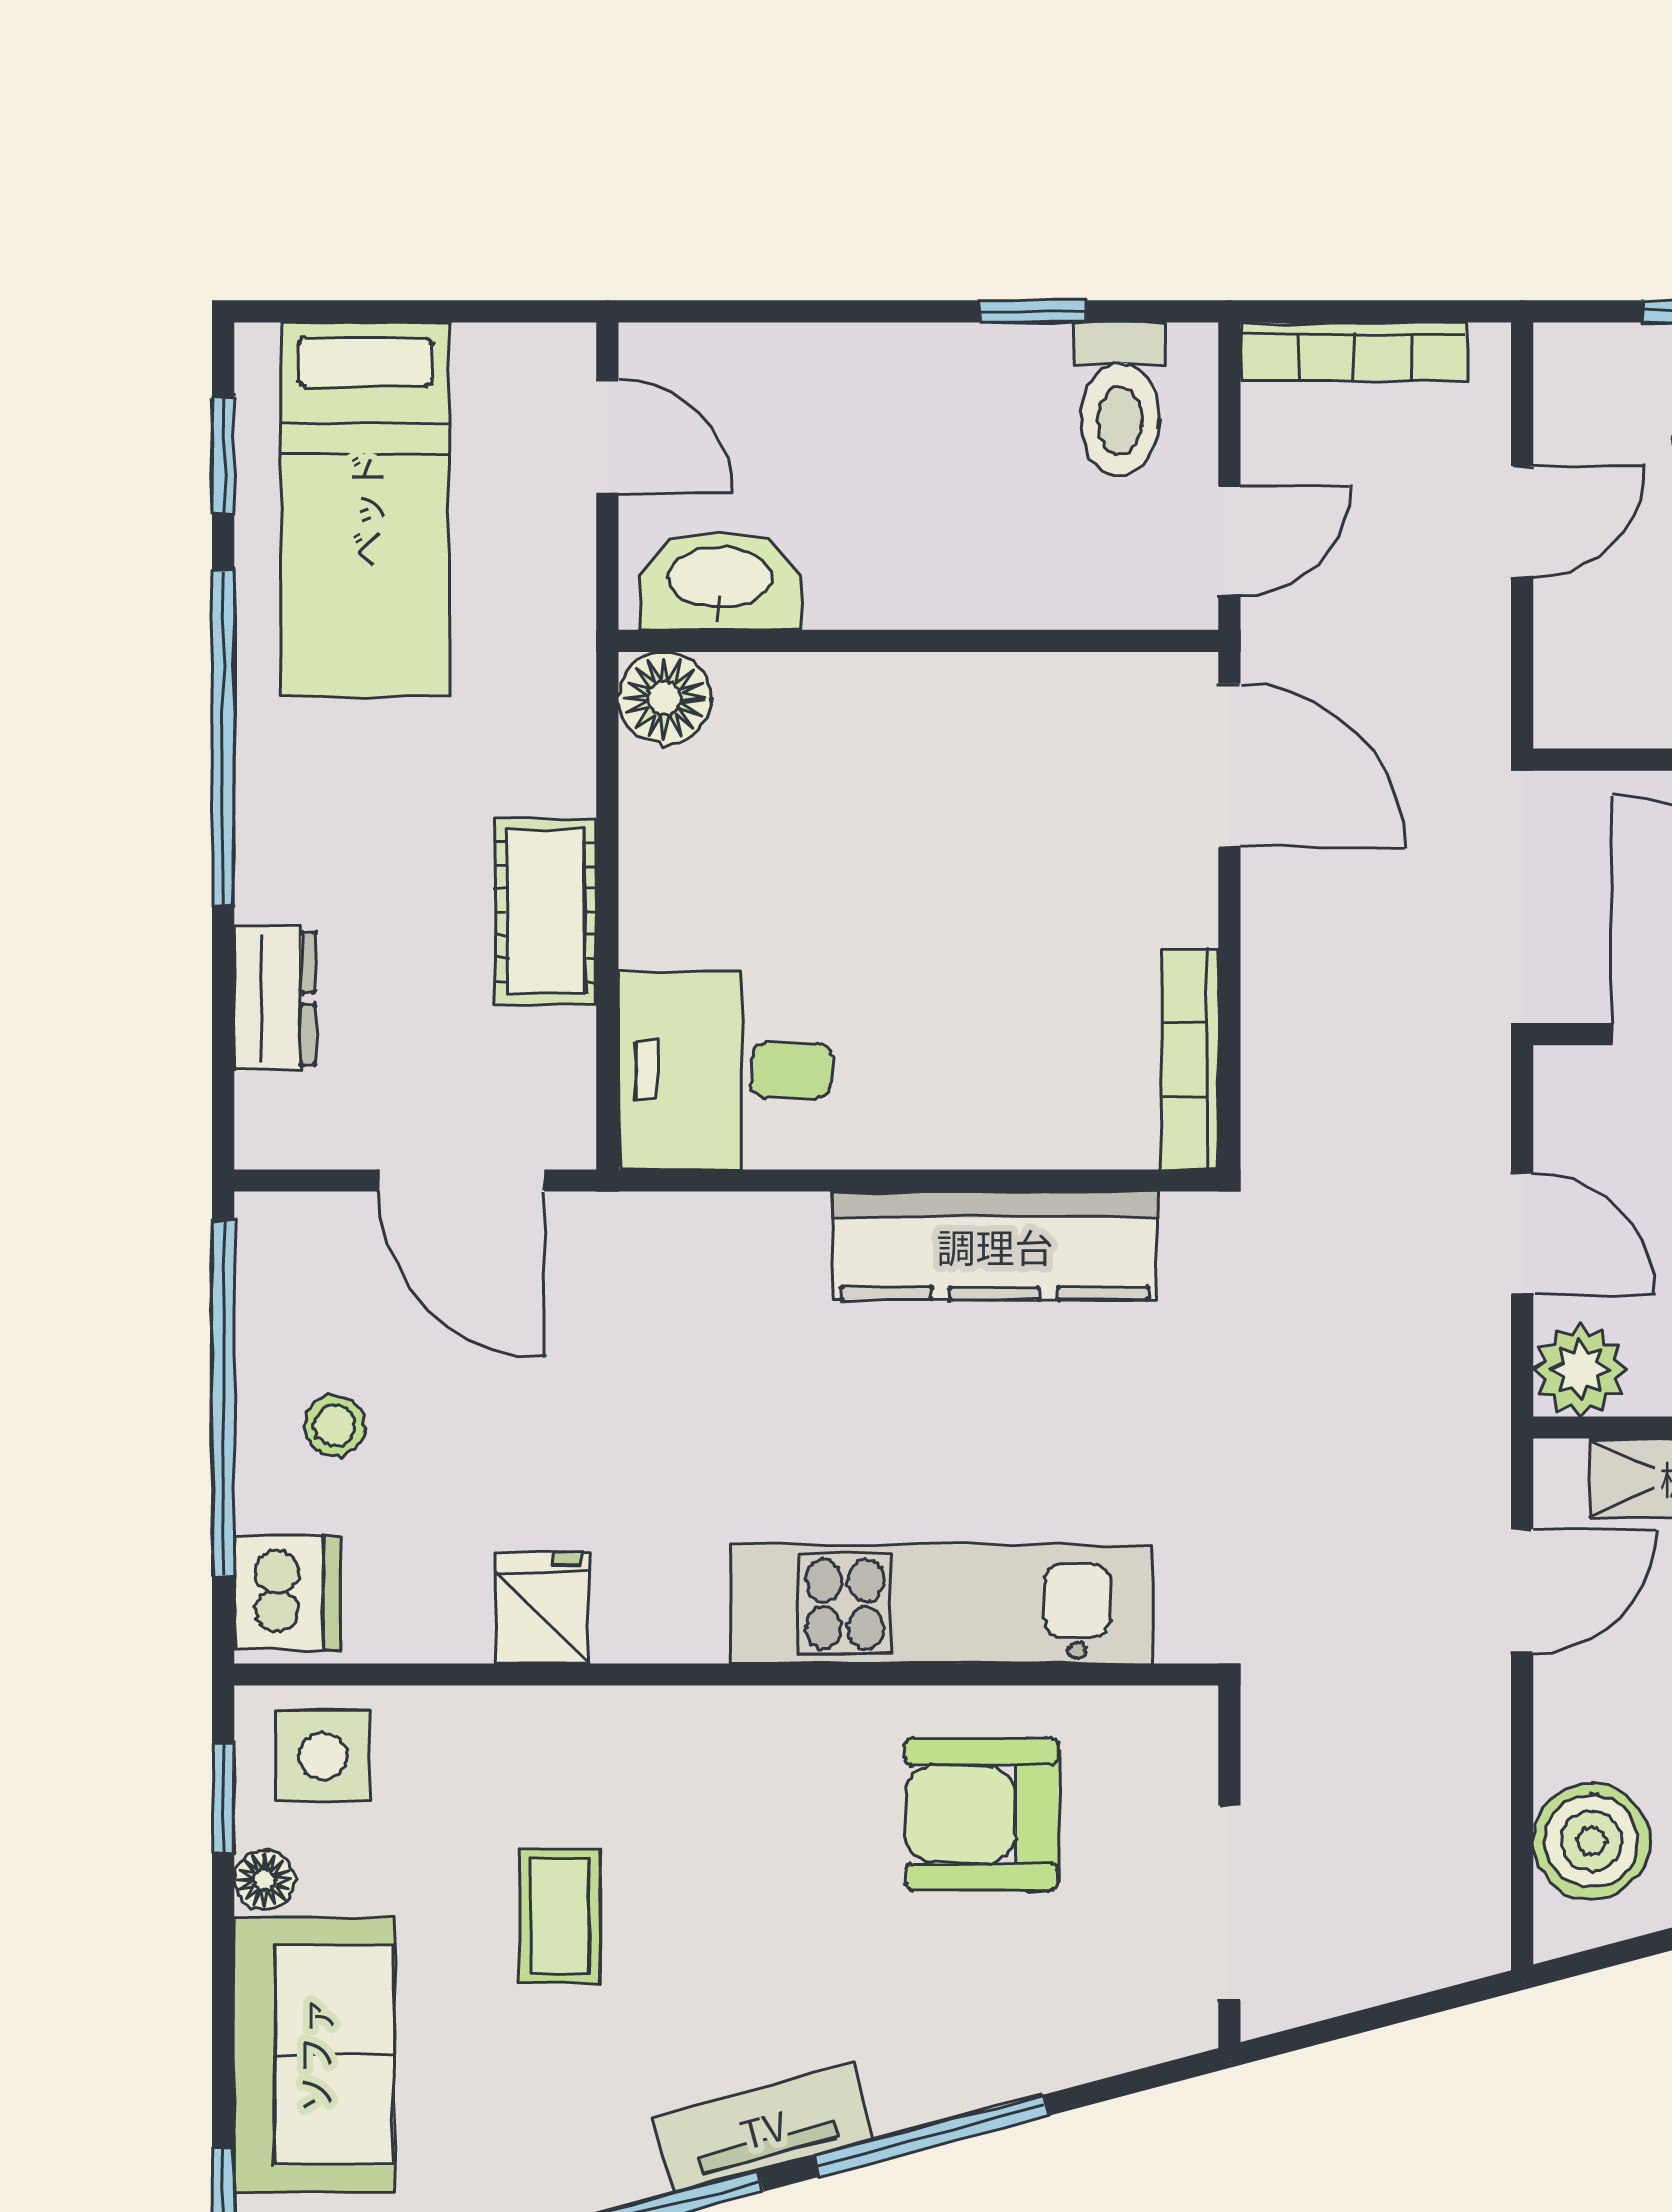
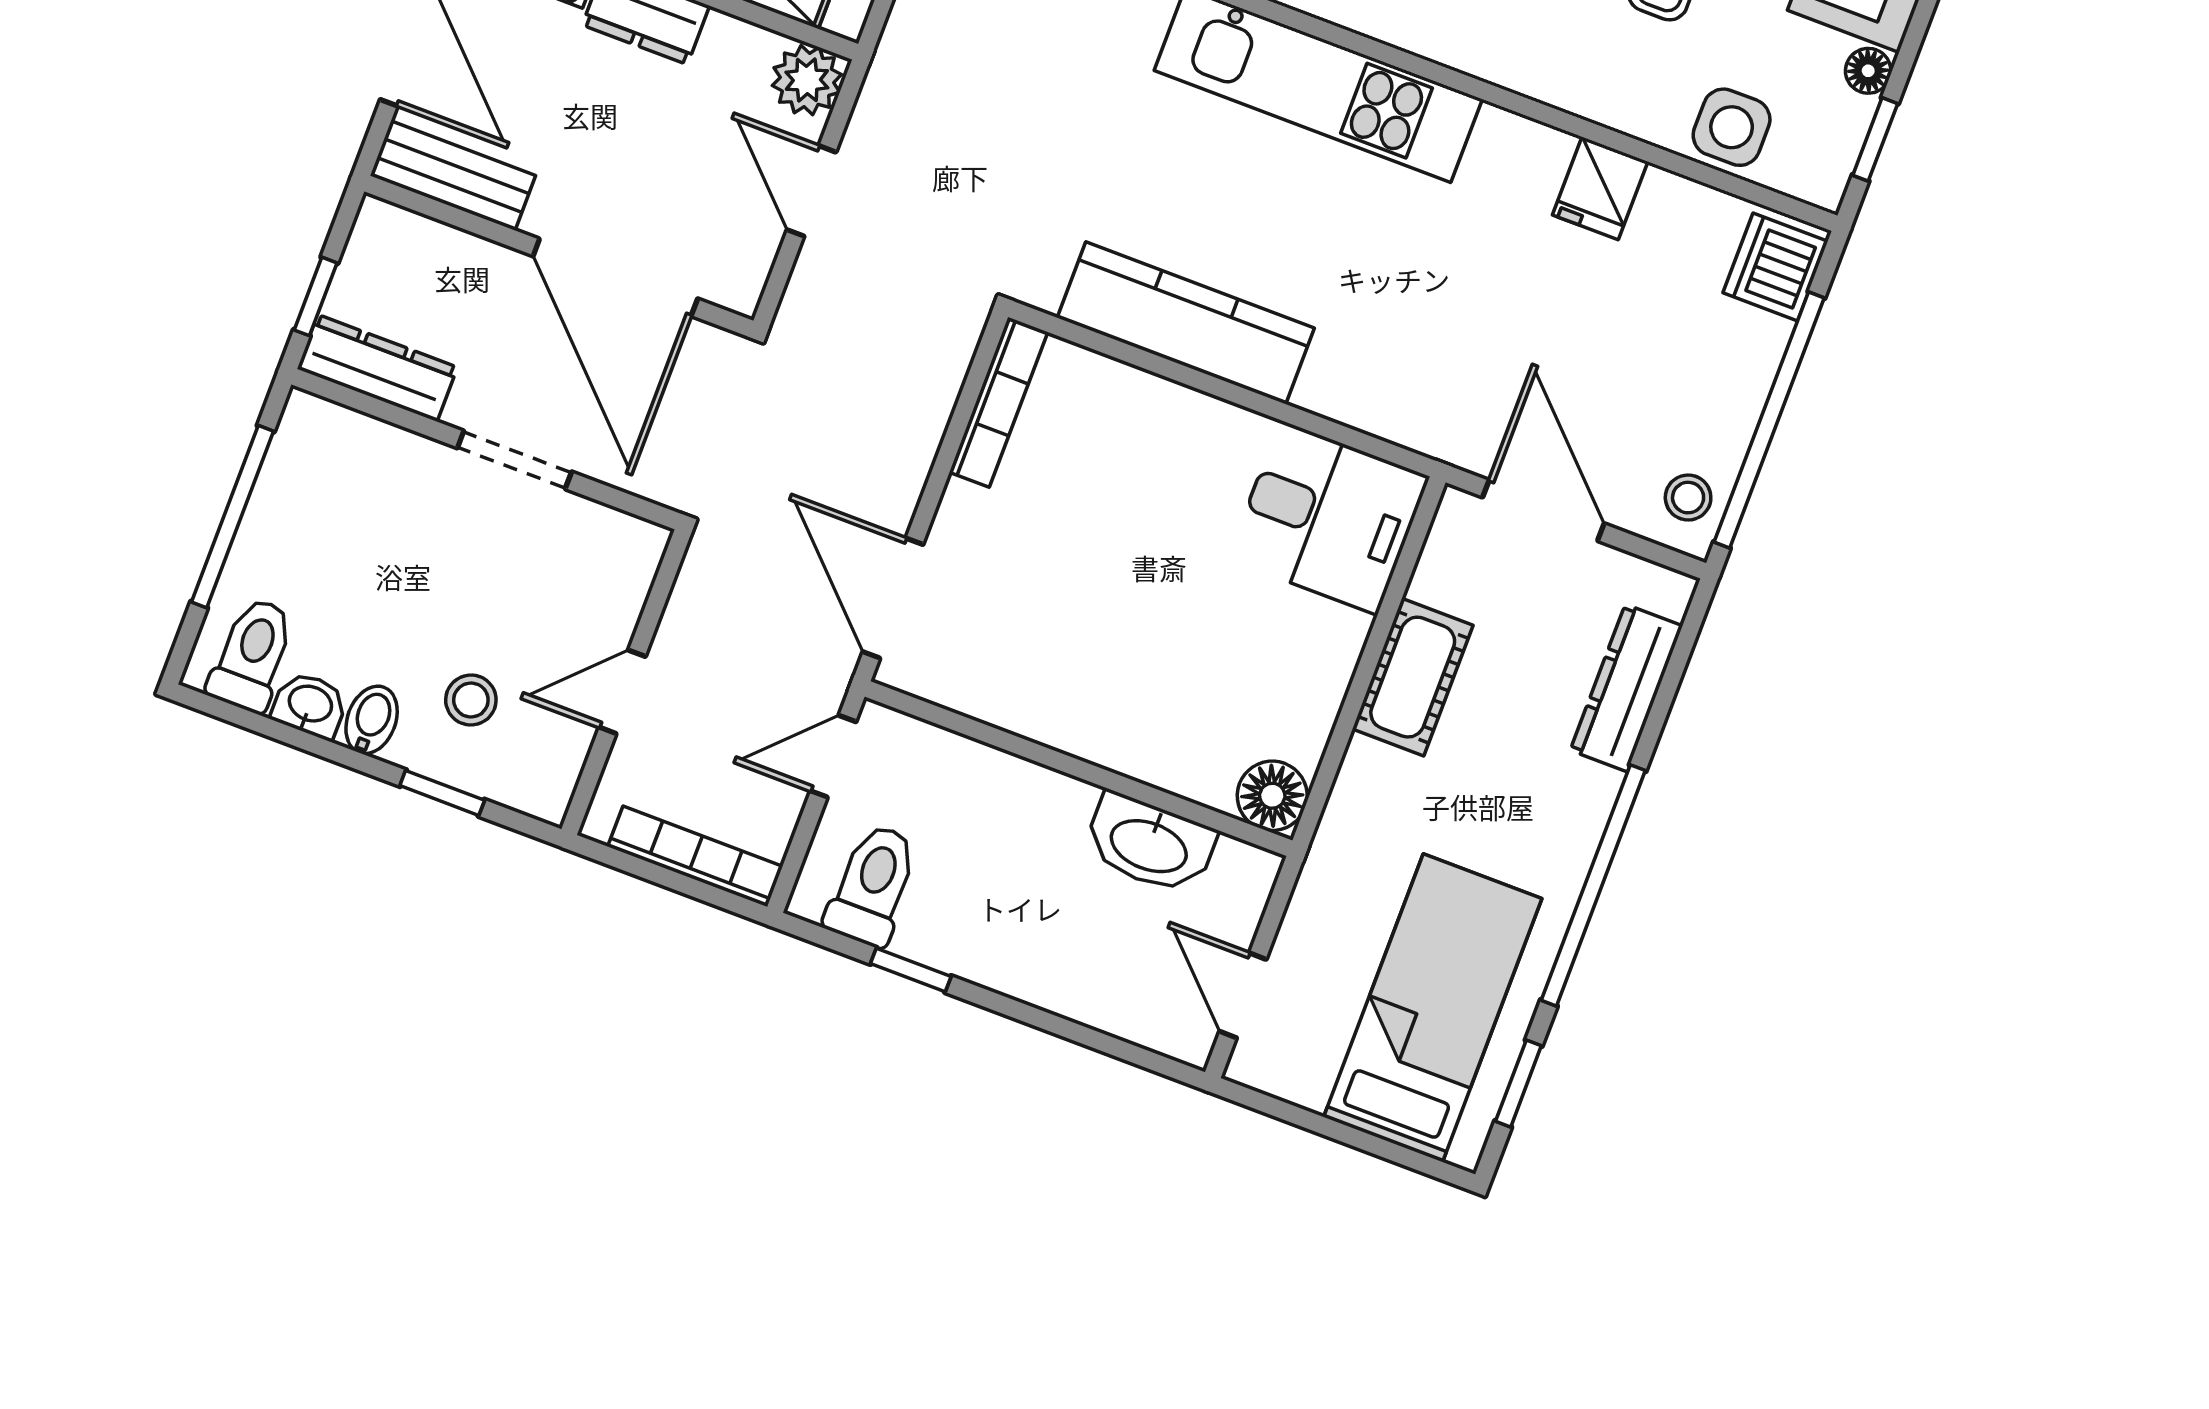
washbasin: (720, 580) -> (1150, 844), moved
dresser: (275, 999) -> (1626, 688), width x1.44
stool: (335, 1425) -> (1688, 498), moved
side table: (323, 1756) -> (1732, 127), moved

